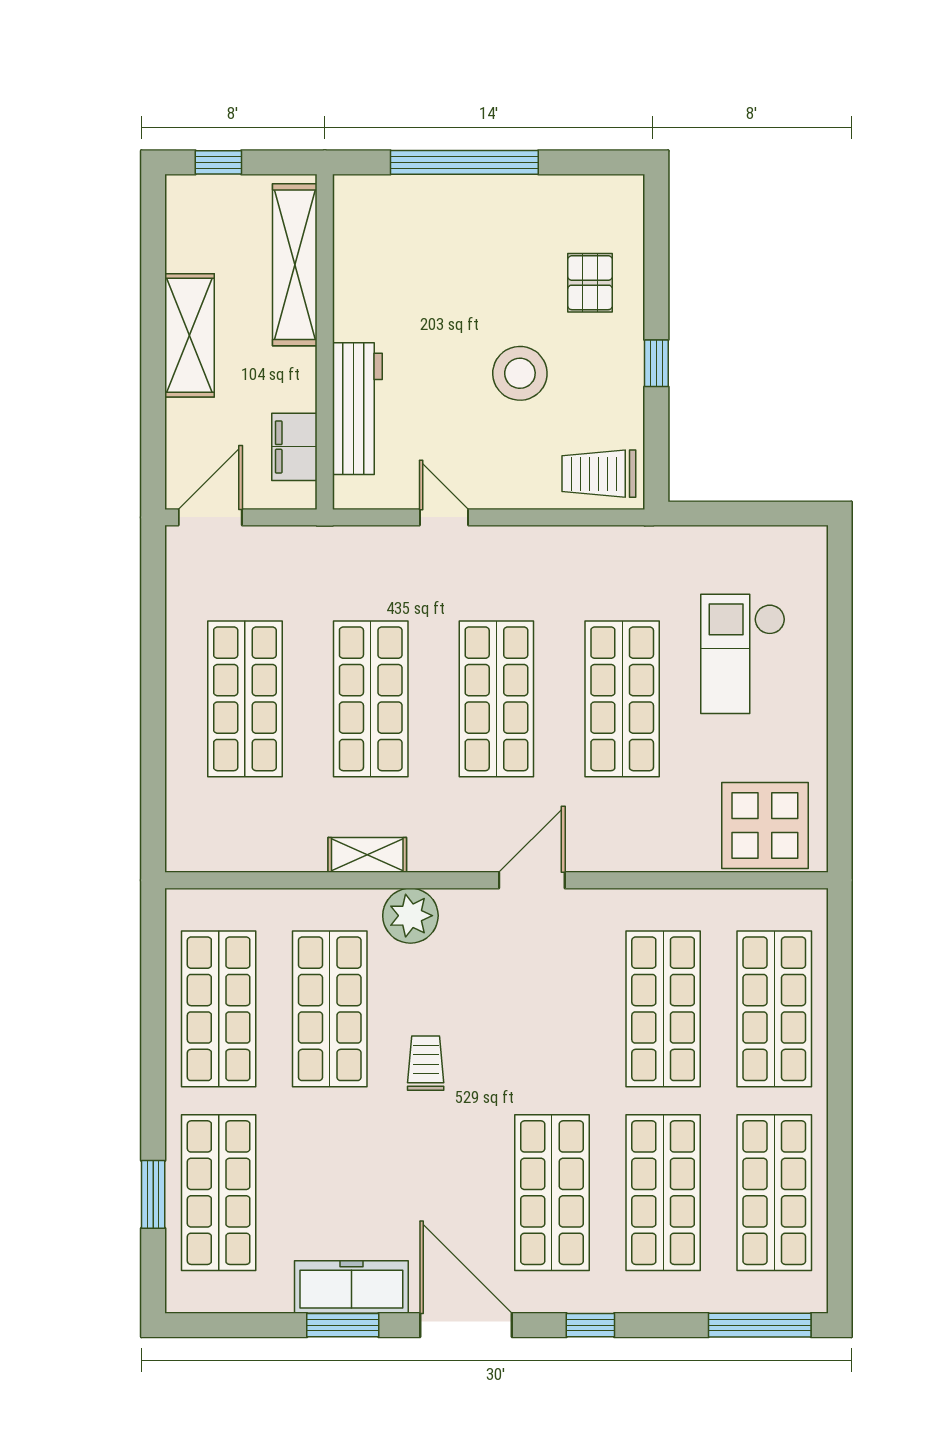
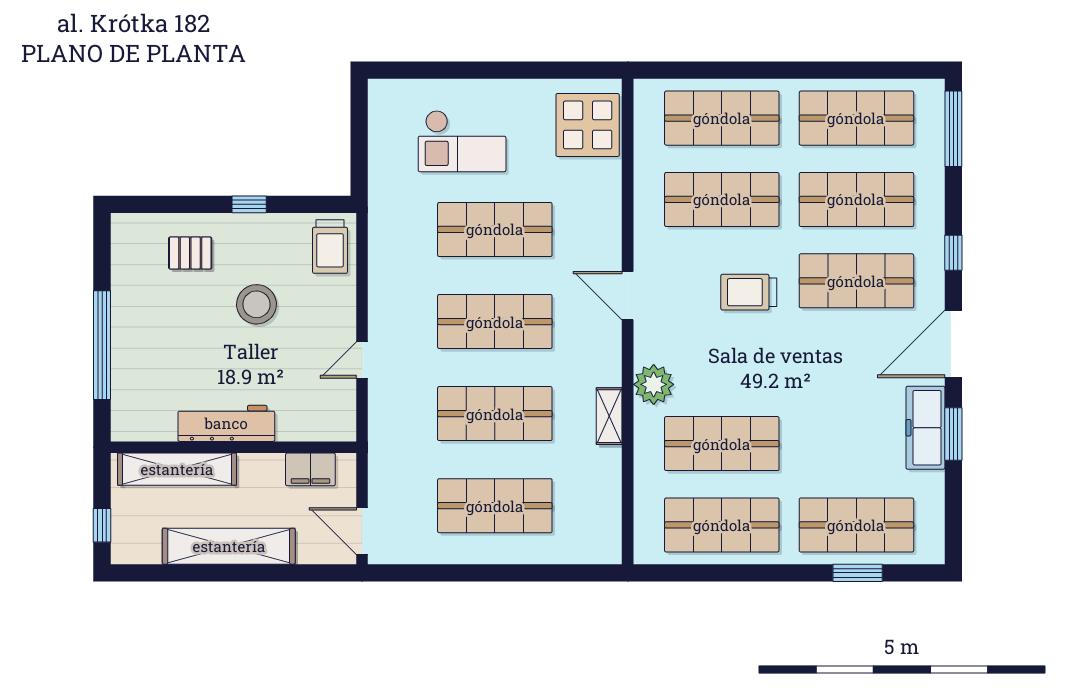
shelving: (190, 335) -> (229, 546), width x1.47
workbench: (357, 409) -> (226, 423), moved
trolley: (426, 1063) -> (749, 292), moved, width x1.36, depth x1.39

